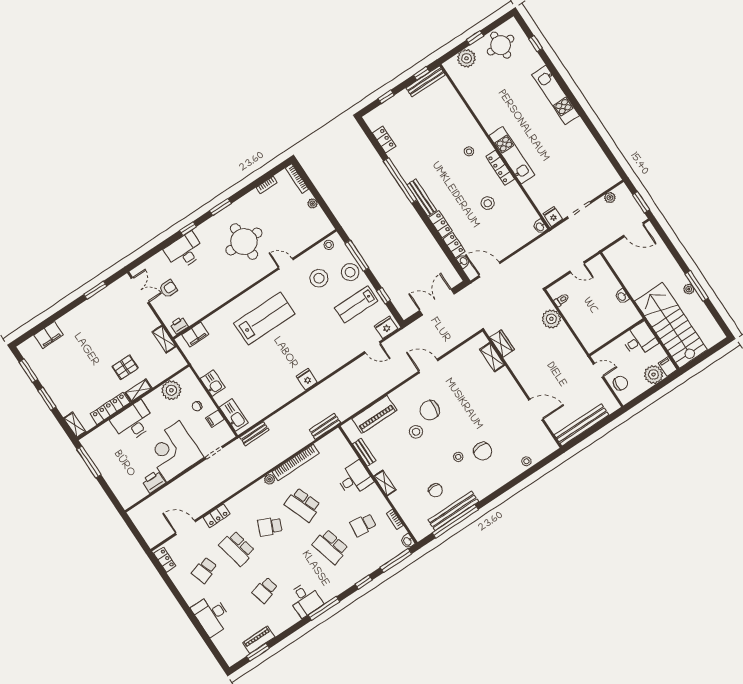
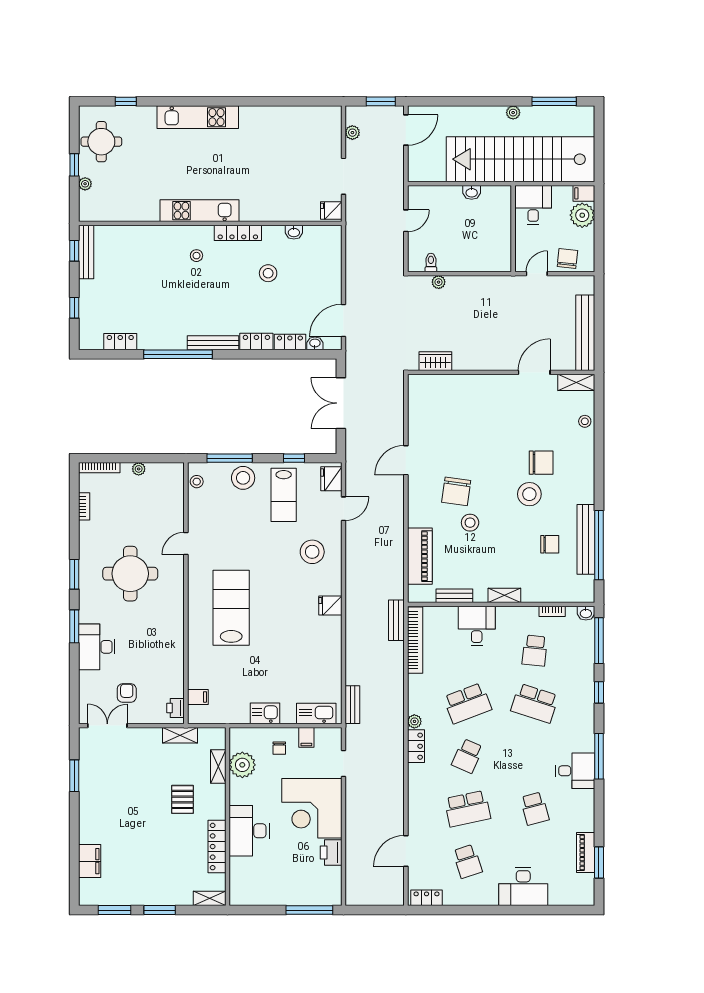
plant: (466, 58) -> (85, 184), width x0.53, depth x0.53
kitchen unit: (512, 155) -> (199, 211), moved
washbasin: (540, 227) -> (294, 232), moved
window: (188, 229) -> (74, 626), width x1.50
stool: (319, 278) -> (312, 552), moved
window: (697, 286) -> (554, 101), moved
plant: (551, 319) -> (439, 282), width x0.53, depth x0.53
stairs: (671, 325) -> (520, 159), width x1.36
filing cabinet: (195, 335) -> (198, 697), width x0.50
shelving: (492, 357) -> (576, 382), moved
shelving: (138, 390) -> (218, 766), moved
stool: (458, 457) -> (529, 494), width x1.89, depth x1.89
window: (89, 462) -> (309, 910), moved
bookcase: (296, 463) -> (415, 640), moved
locker: (216, 516) -> (416, 746), moved
school desk: (330, 547) -> (535, 703), turned 33

